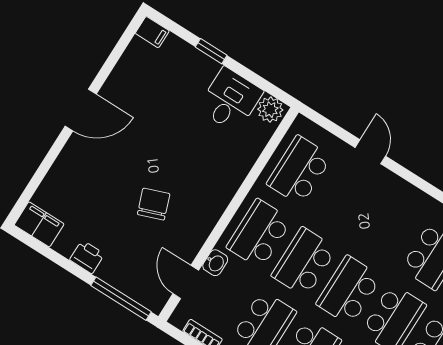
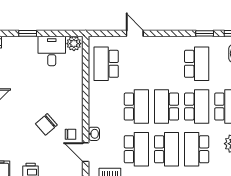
chair: (154, 204) -> (46, 124), turned -111
school desk: (259, 234) -> (106, 107), removed
chair: (180, 241) -> (71, 134), added
school desk: (304, 262) -> (136, 107), turned 180

